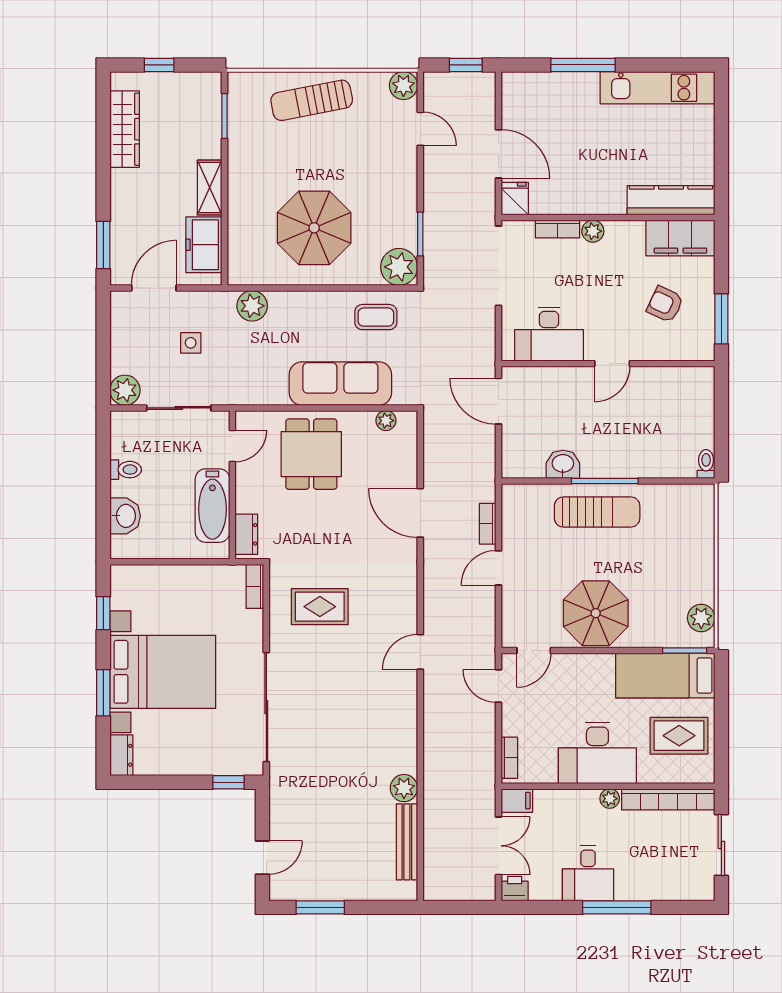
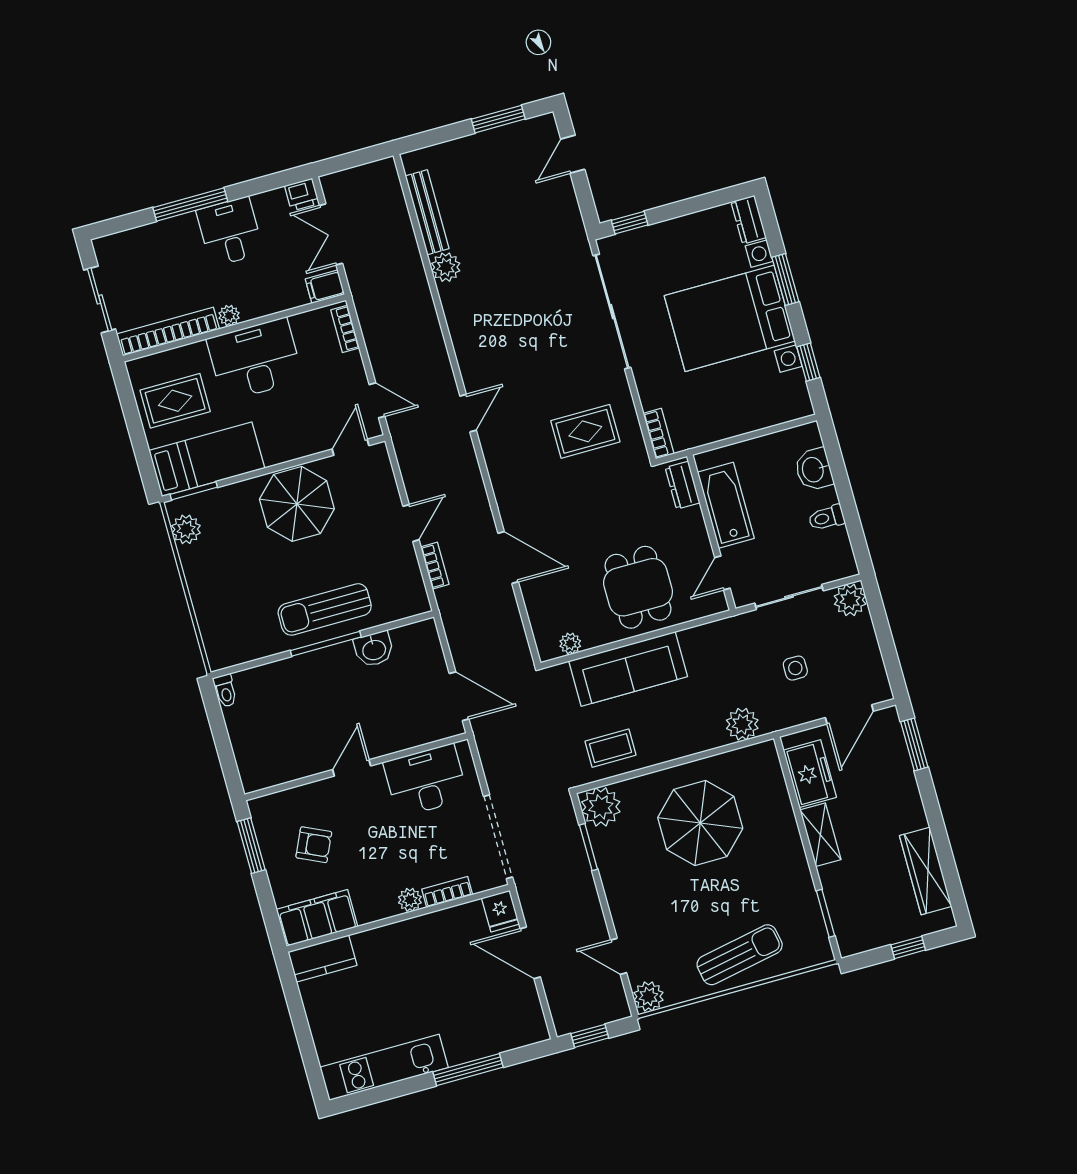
kitchen counter: (671, 200) -> (322, 959), width x0.67

